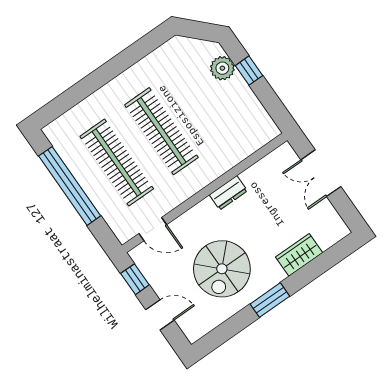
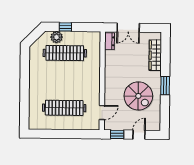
clothes rail: (161, 131) -> (65, 53), moved
window: (70, 186) -> (60, 134), removed
dresser: (228, 193) -> (109, 41), moved
wardrobe: (299, 255) -> (155, 55), width x1.50

